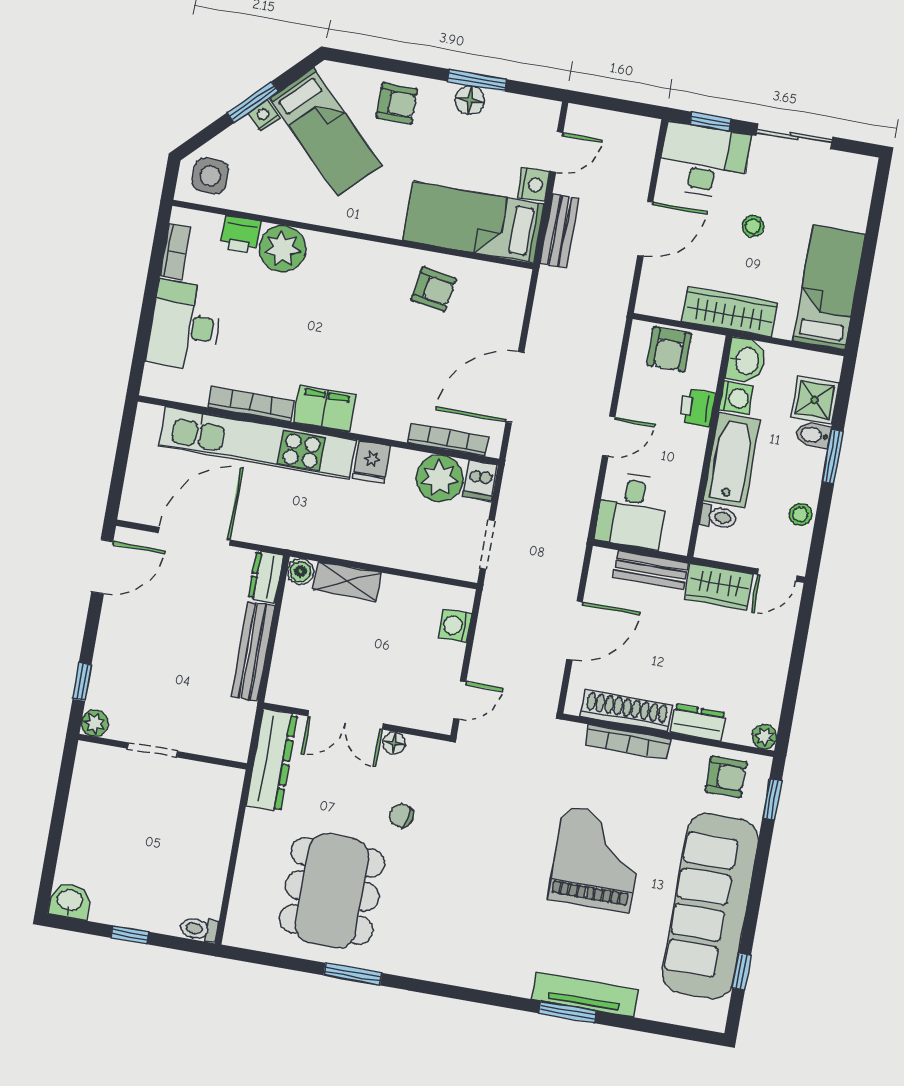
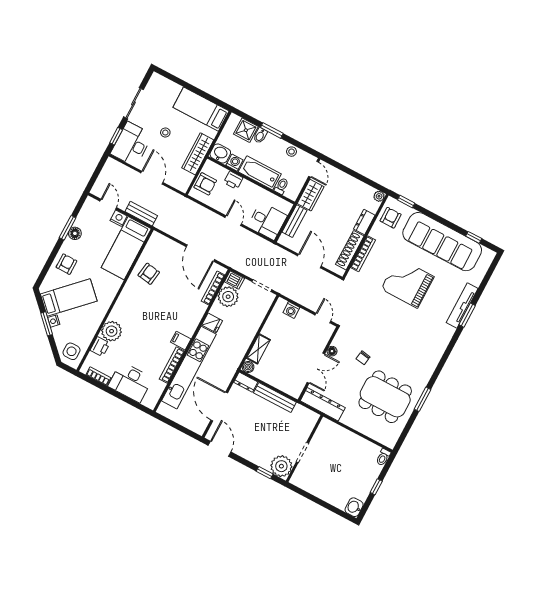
filing cabinet: (325, 409) -> (181, 341), width x0.50
plant: (94, 723) -> (281, 466), width x1.88, depth x1.88

